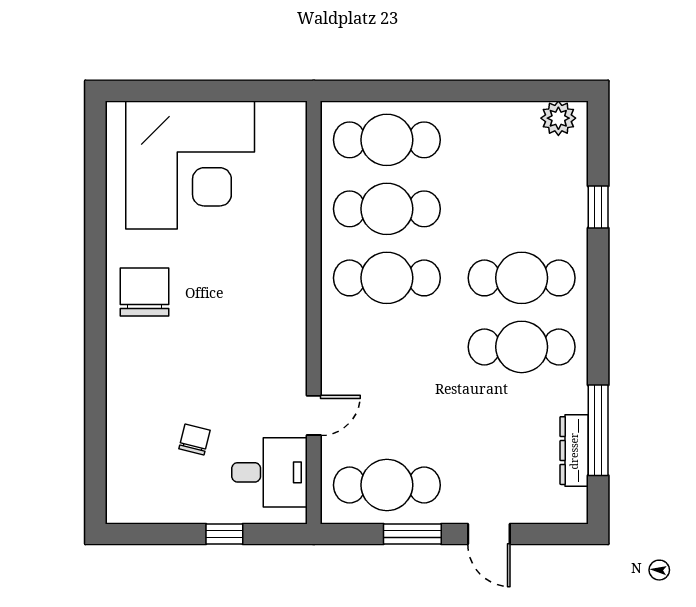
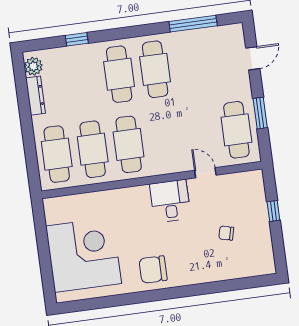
dresser: (574, 451) -> (36, 96), moved, turned -90
desk: (269, 472) -> (170, 201), moved
door: (489, 534) -> (253, 58), moved

